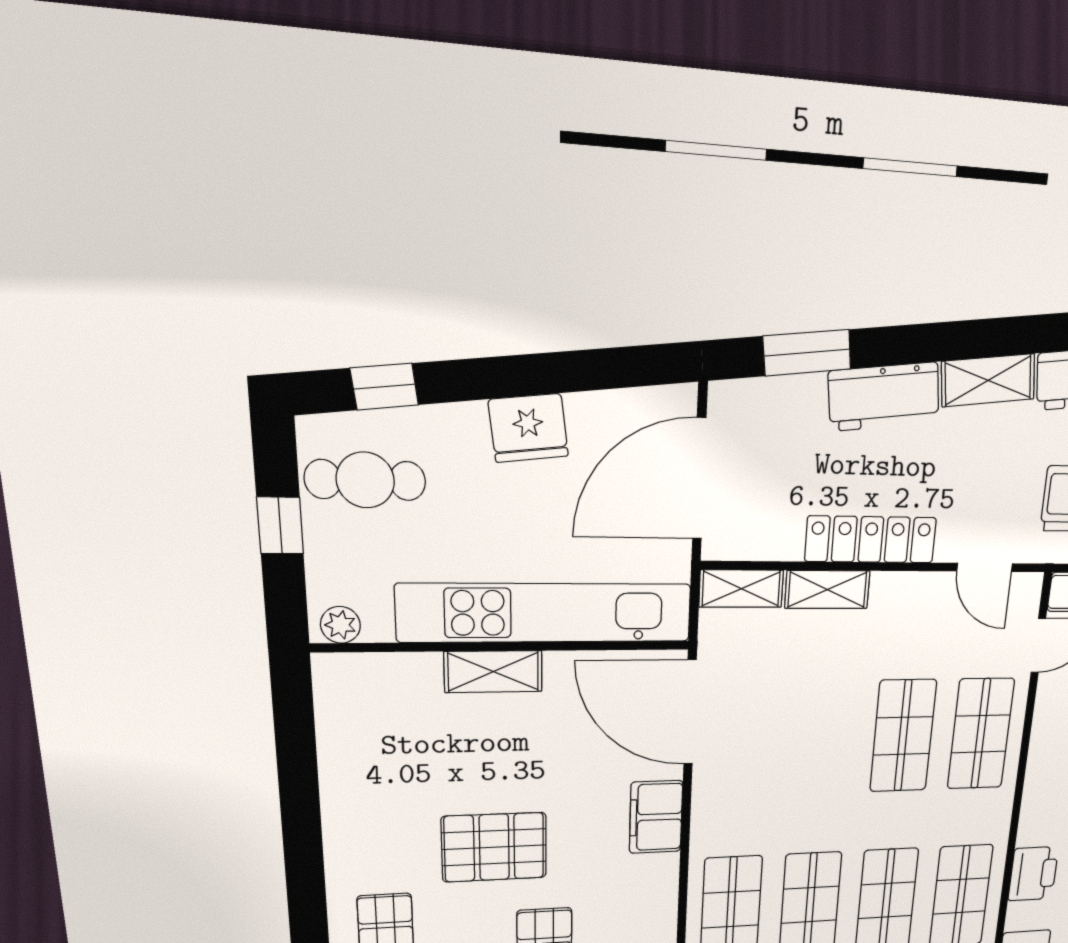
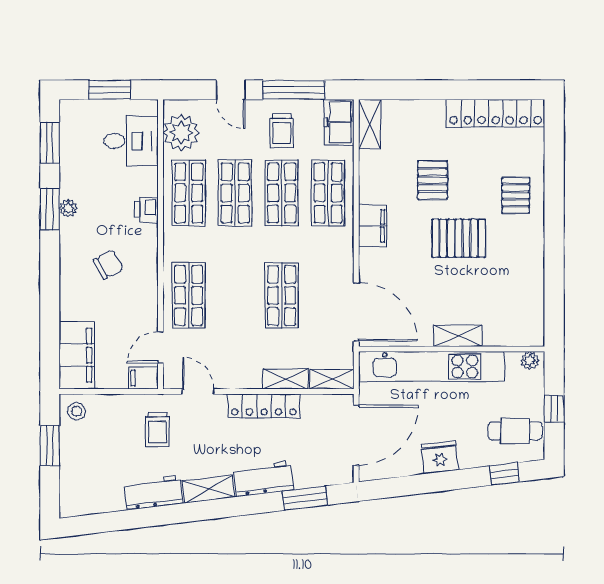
shop shelf: (903, 736) -> (282, 296), moved
filing cabinet: (656, 817) -> (373, 226), moved
printer: (1033, 874) -> (147, 210), width x0.73, depth x0.81

